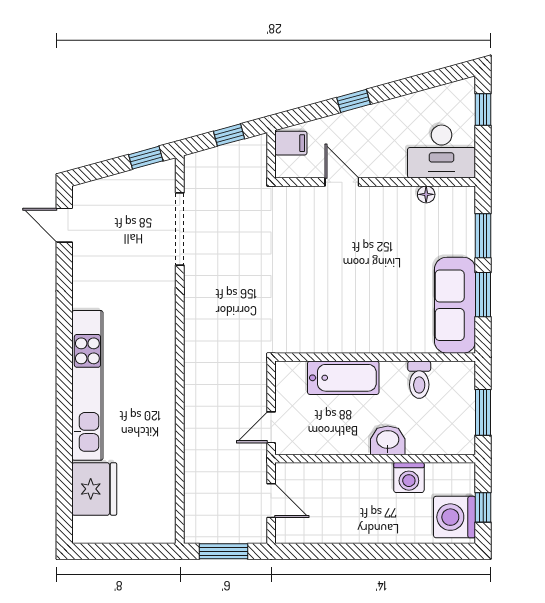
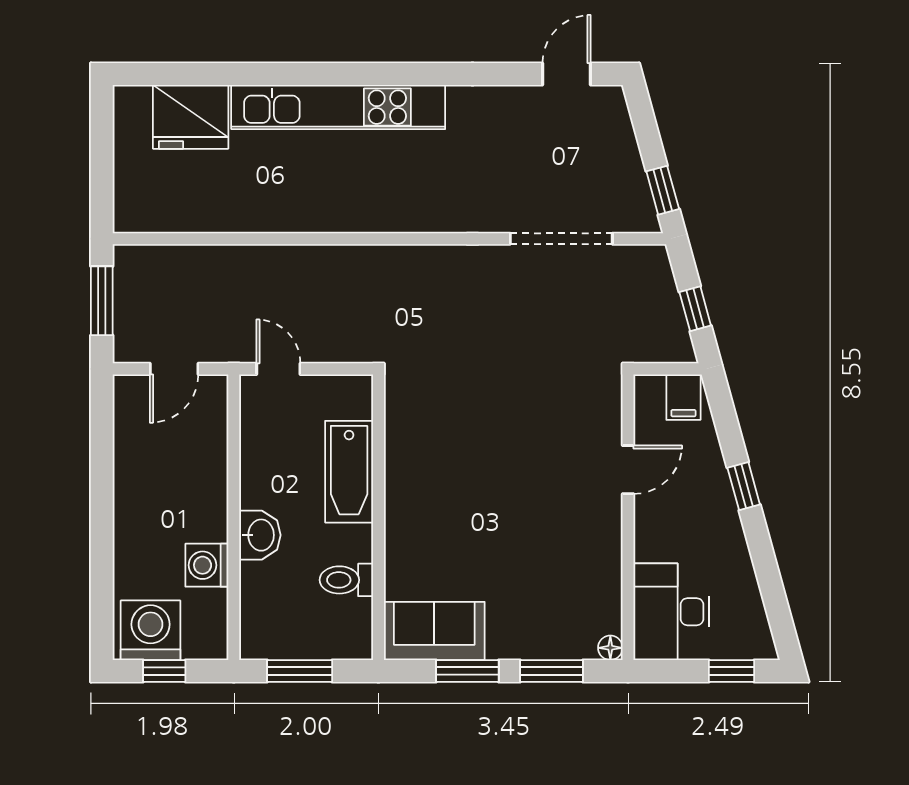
floor lamp: (426, 194) -> (610, 648), moved
sofa: (455, 305) -> (434, 631), width x0.73

